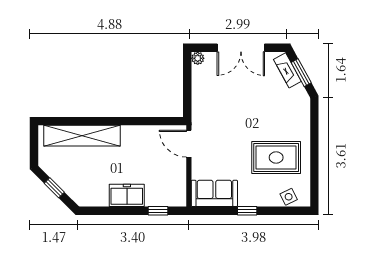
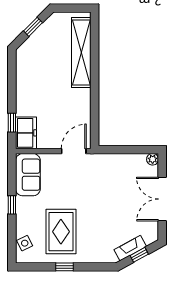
fireplace: (287, 70) -> (130, 248), moved
window: (301, 73) -> (139, 255), width x0.67
window: (314, 154) -> (64, 267), added
freezer: (127, 195) -> (26, 133), moved

